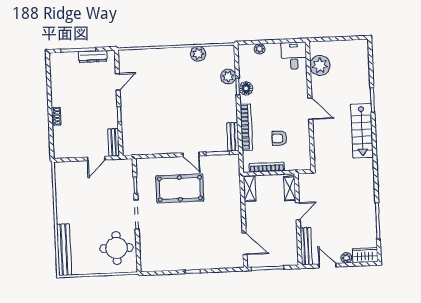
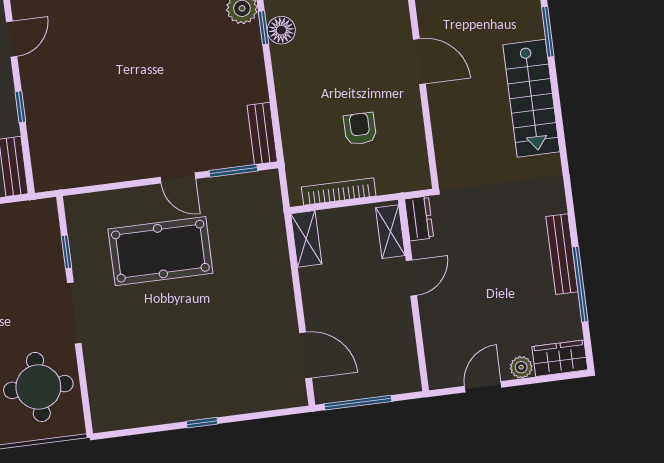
bookcase: (246, 127) -> (289, 111), removed
armchair: (279, 138) -> (360, 129), turned 90
dresser: (304, 183) -> (419, 219), added
bench: (306, 246) -> (562, 254), moved
door: (328, 266) -> (483, 387), hinge flipped

